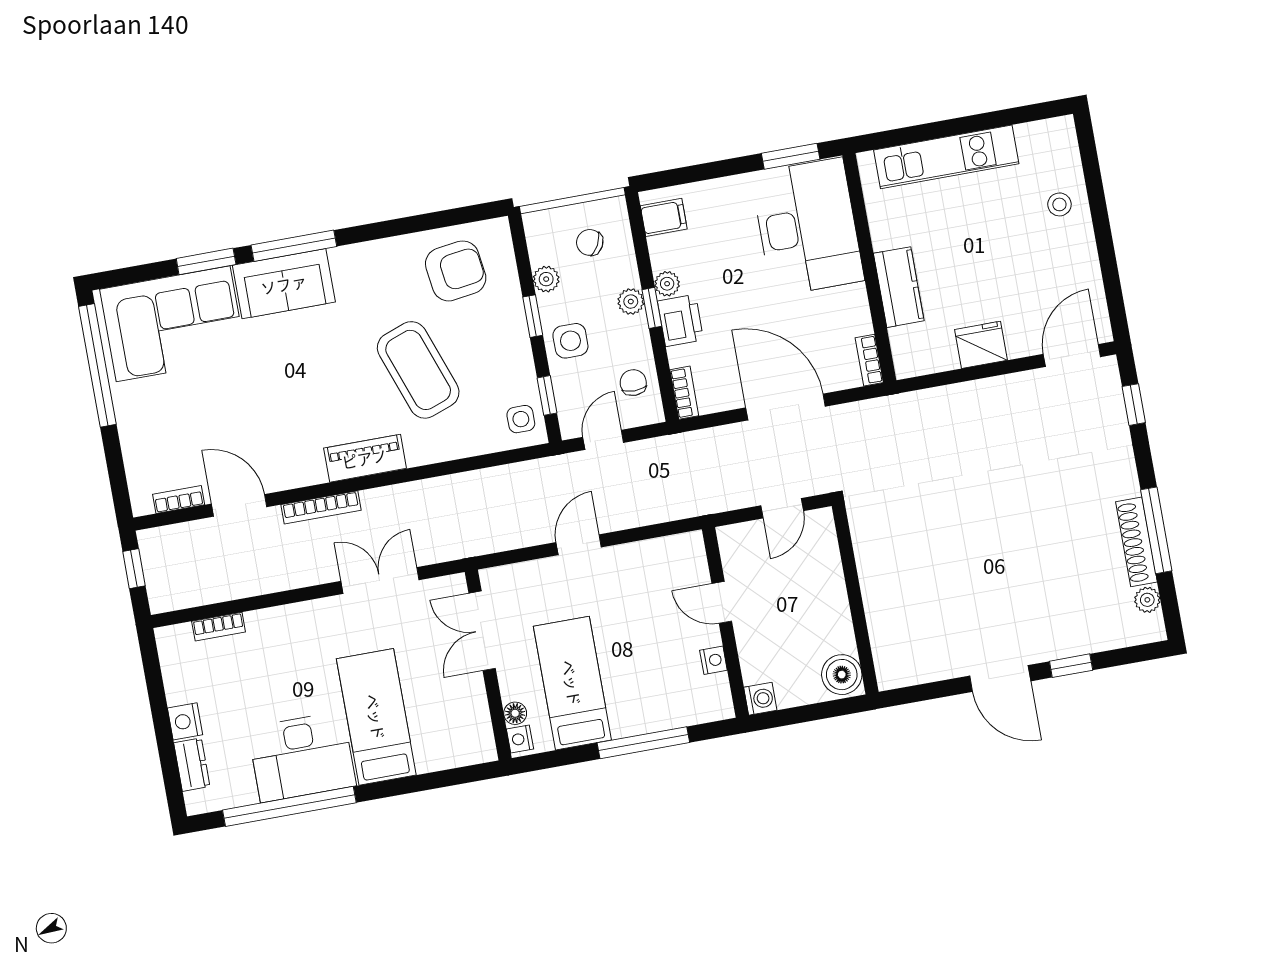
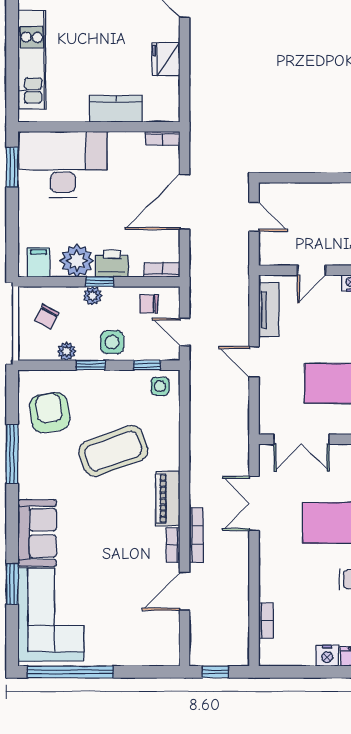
window: (294, 246) -> (12, 454), moved
plant: (667, 284) -> (77, 261), width x1.87, depth x1.87
bookcase: (179, 499) -> (173, 545), moved
tv unit: (655, 553) -> (269, 310), added

